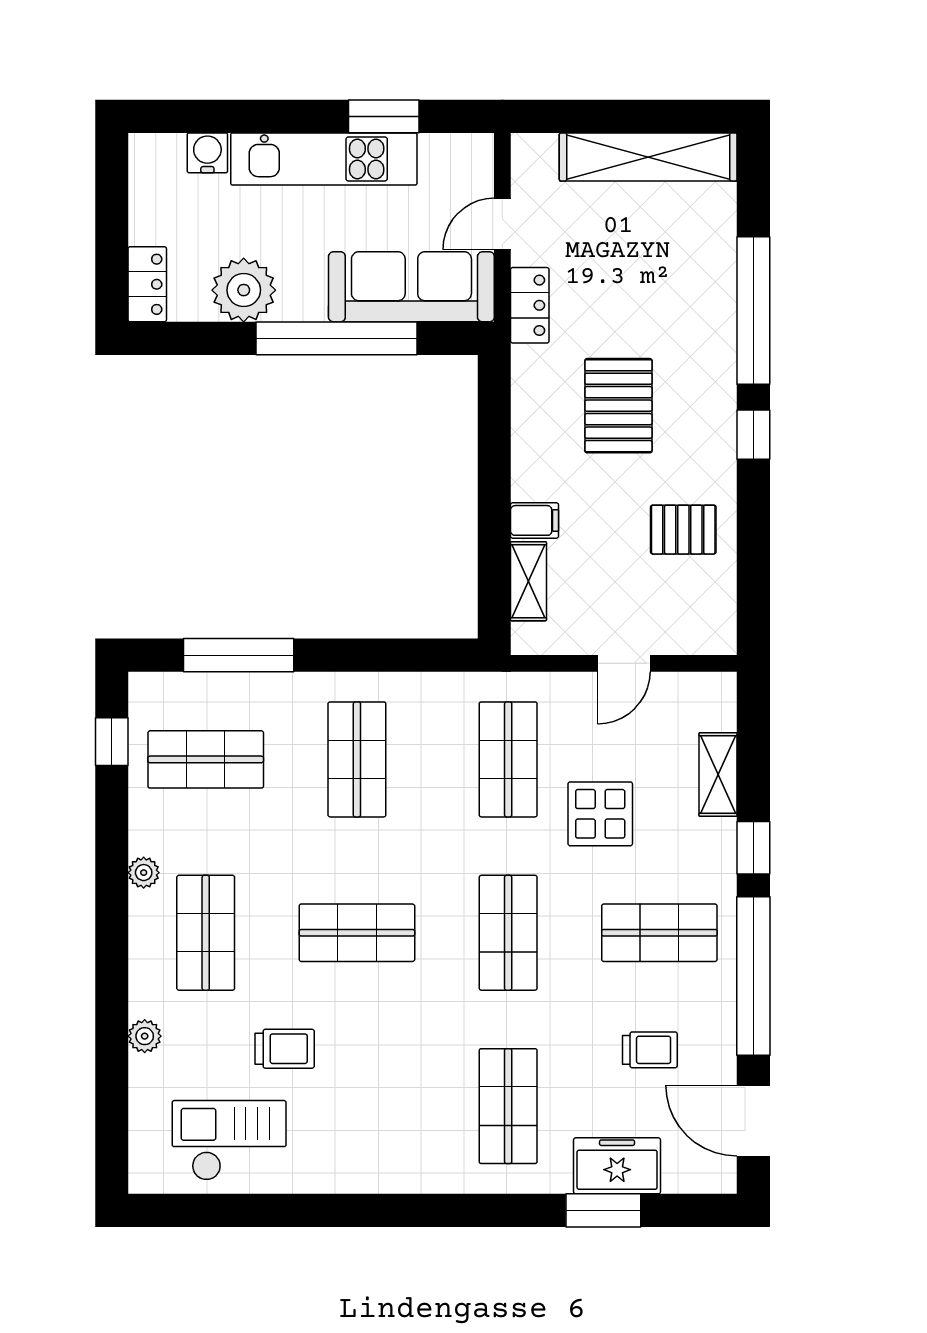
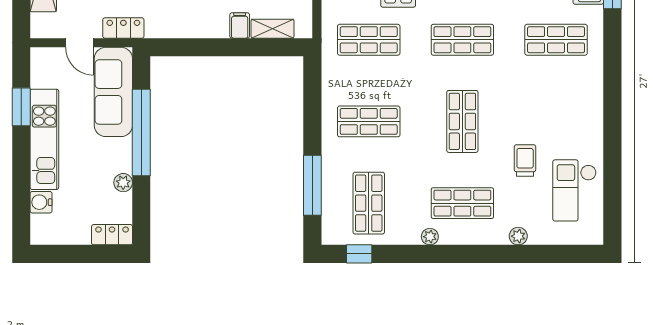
plant: (244, 290) -> (123, 183), width x0.53, depth x0.53

